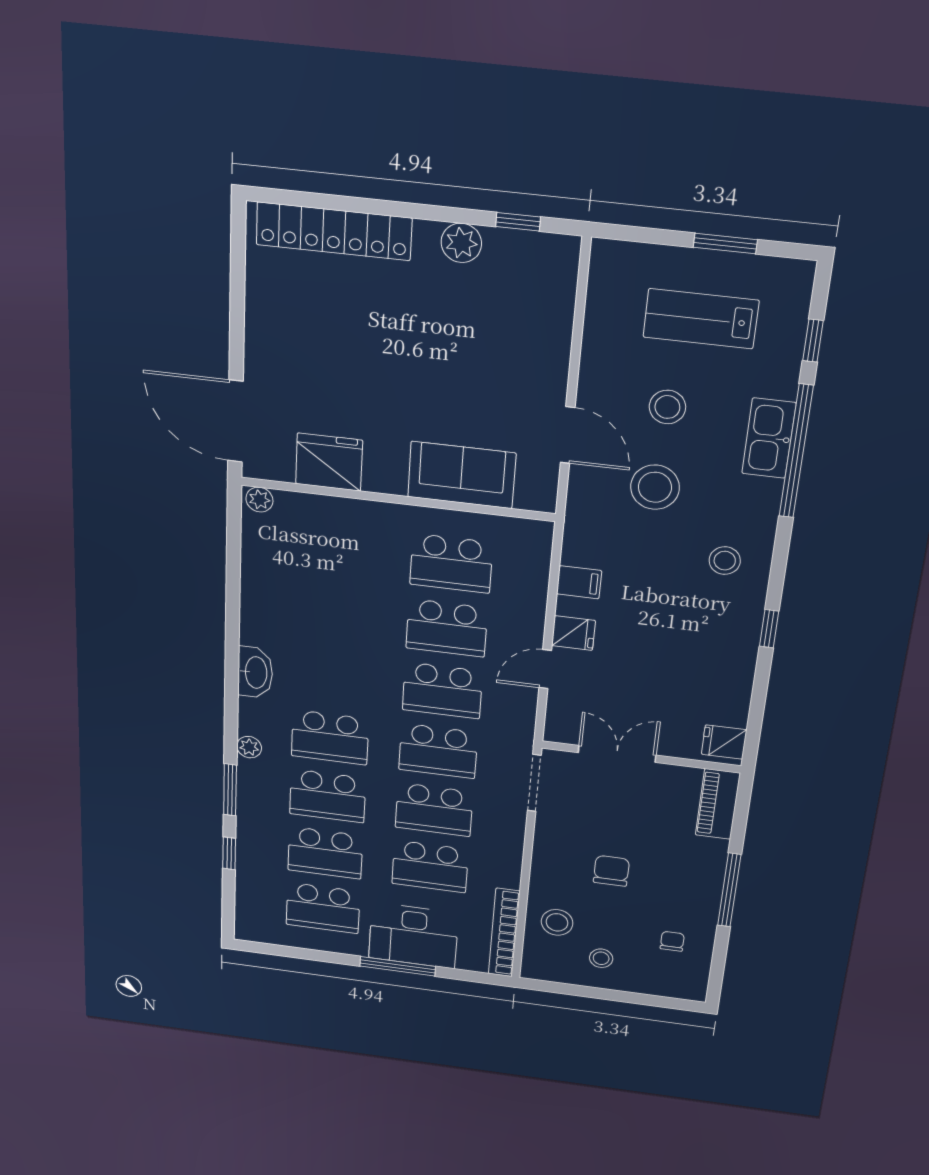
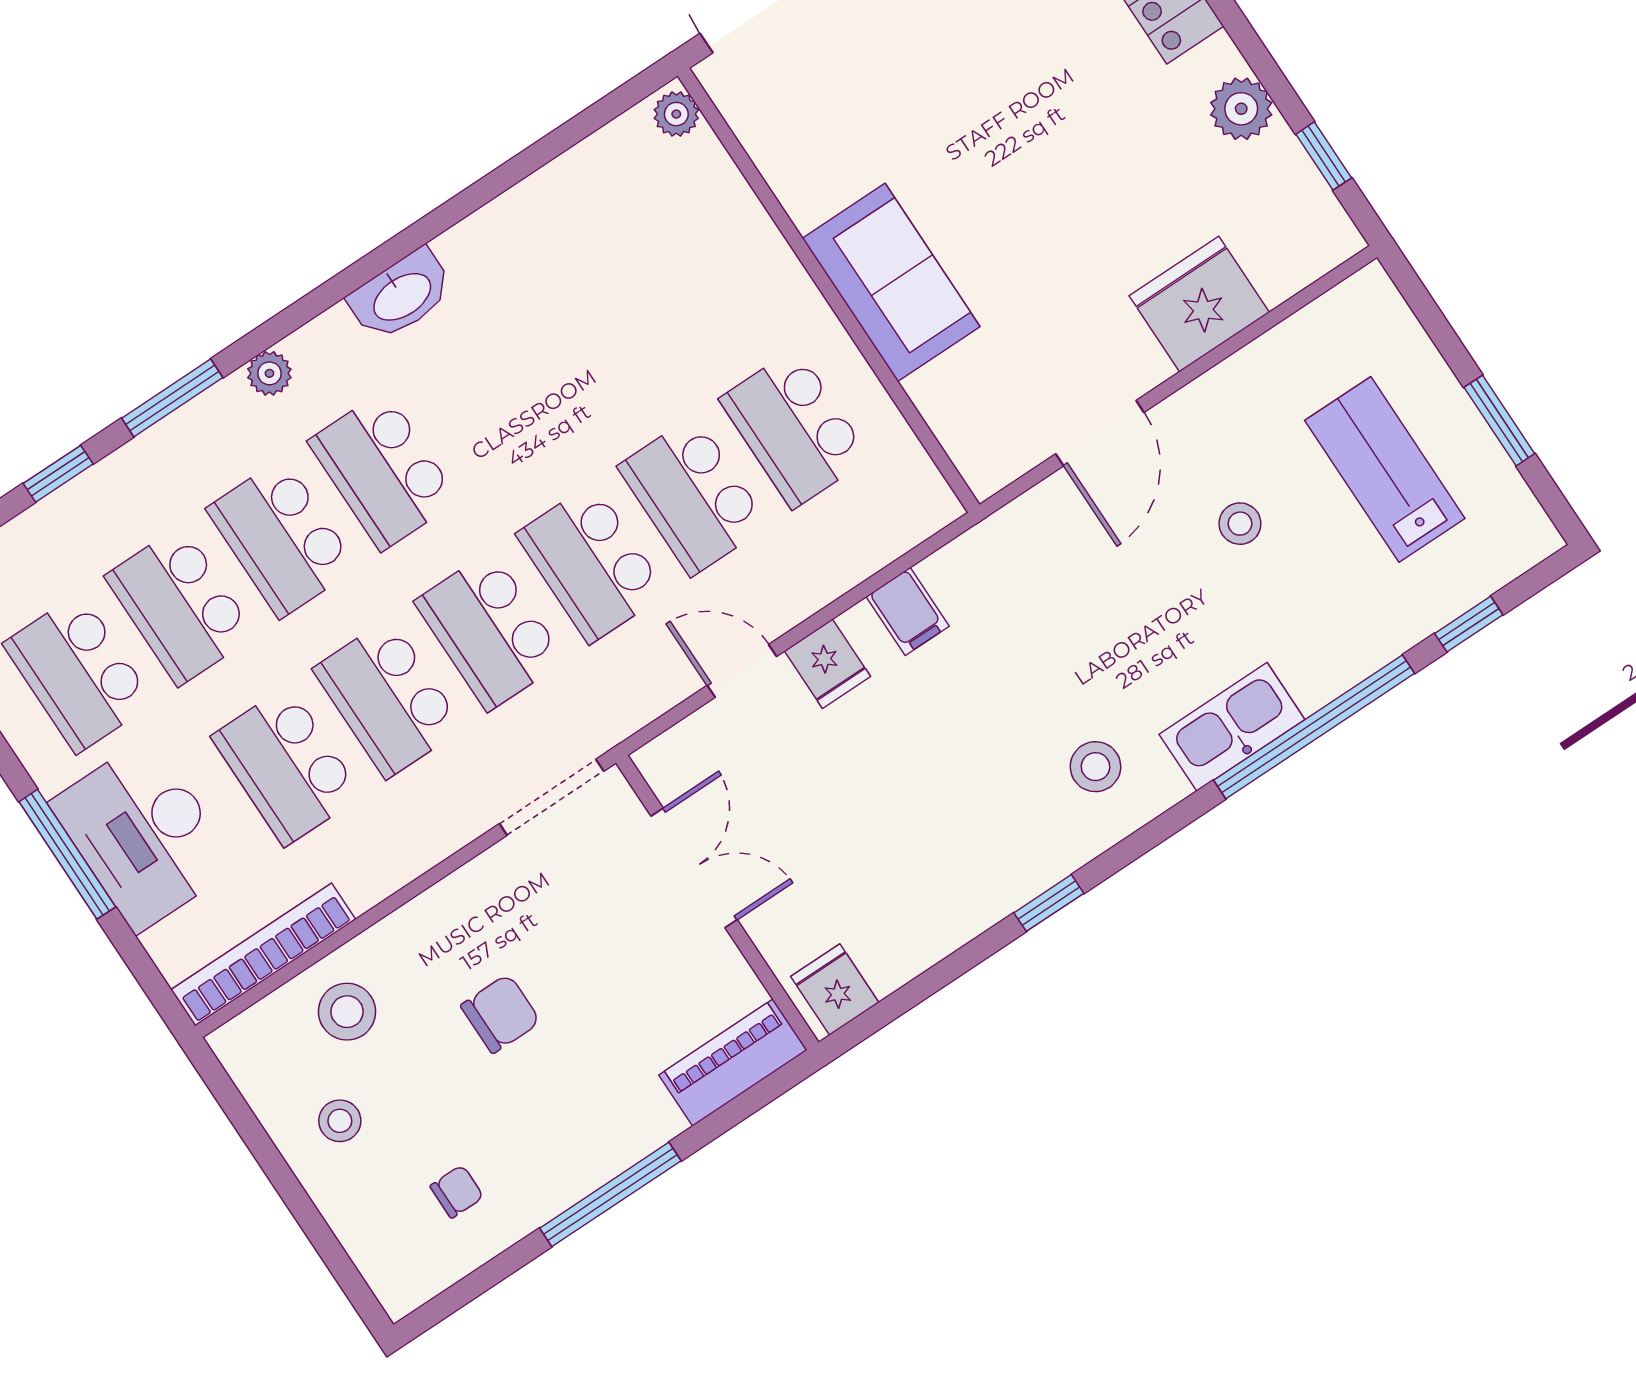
stool: (667, 407) -> (1240, 524), width x0.73, depth x0.73
kitchen sink: (769, 438) -> (1232, 727), moved
fridge: (329, 462) -> (1199, 304), moved, turned -90
sofa: (462, 475) -> (891, 282), moved
stool: (655, 487) -> (1121, 597), removed

